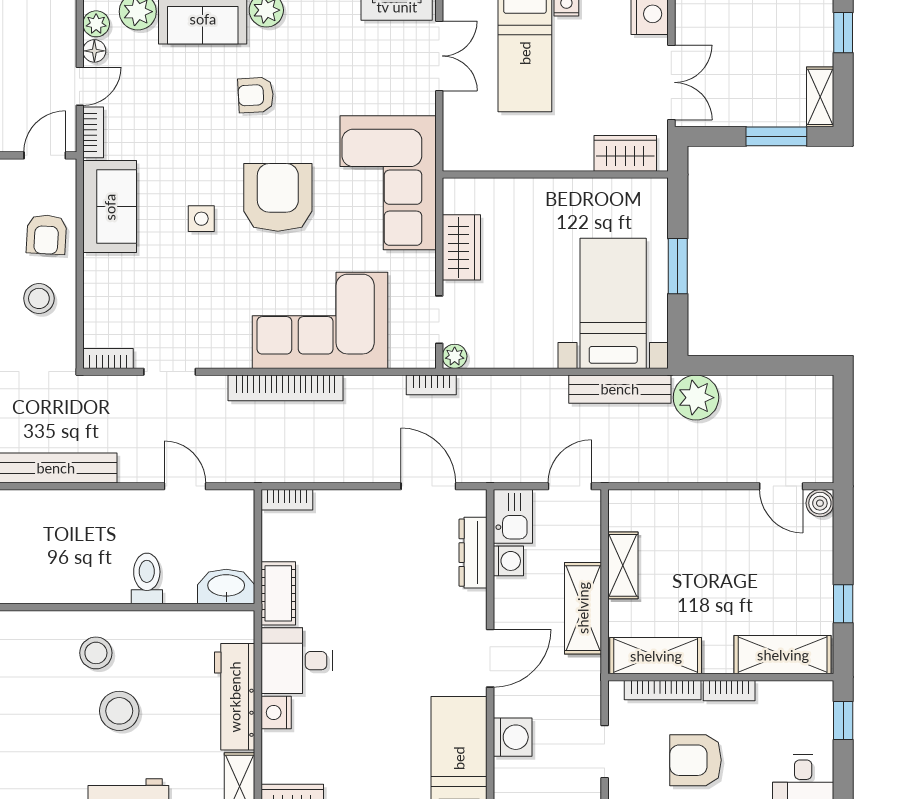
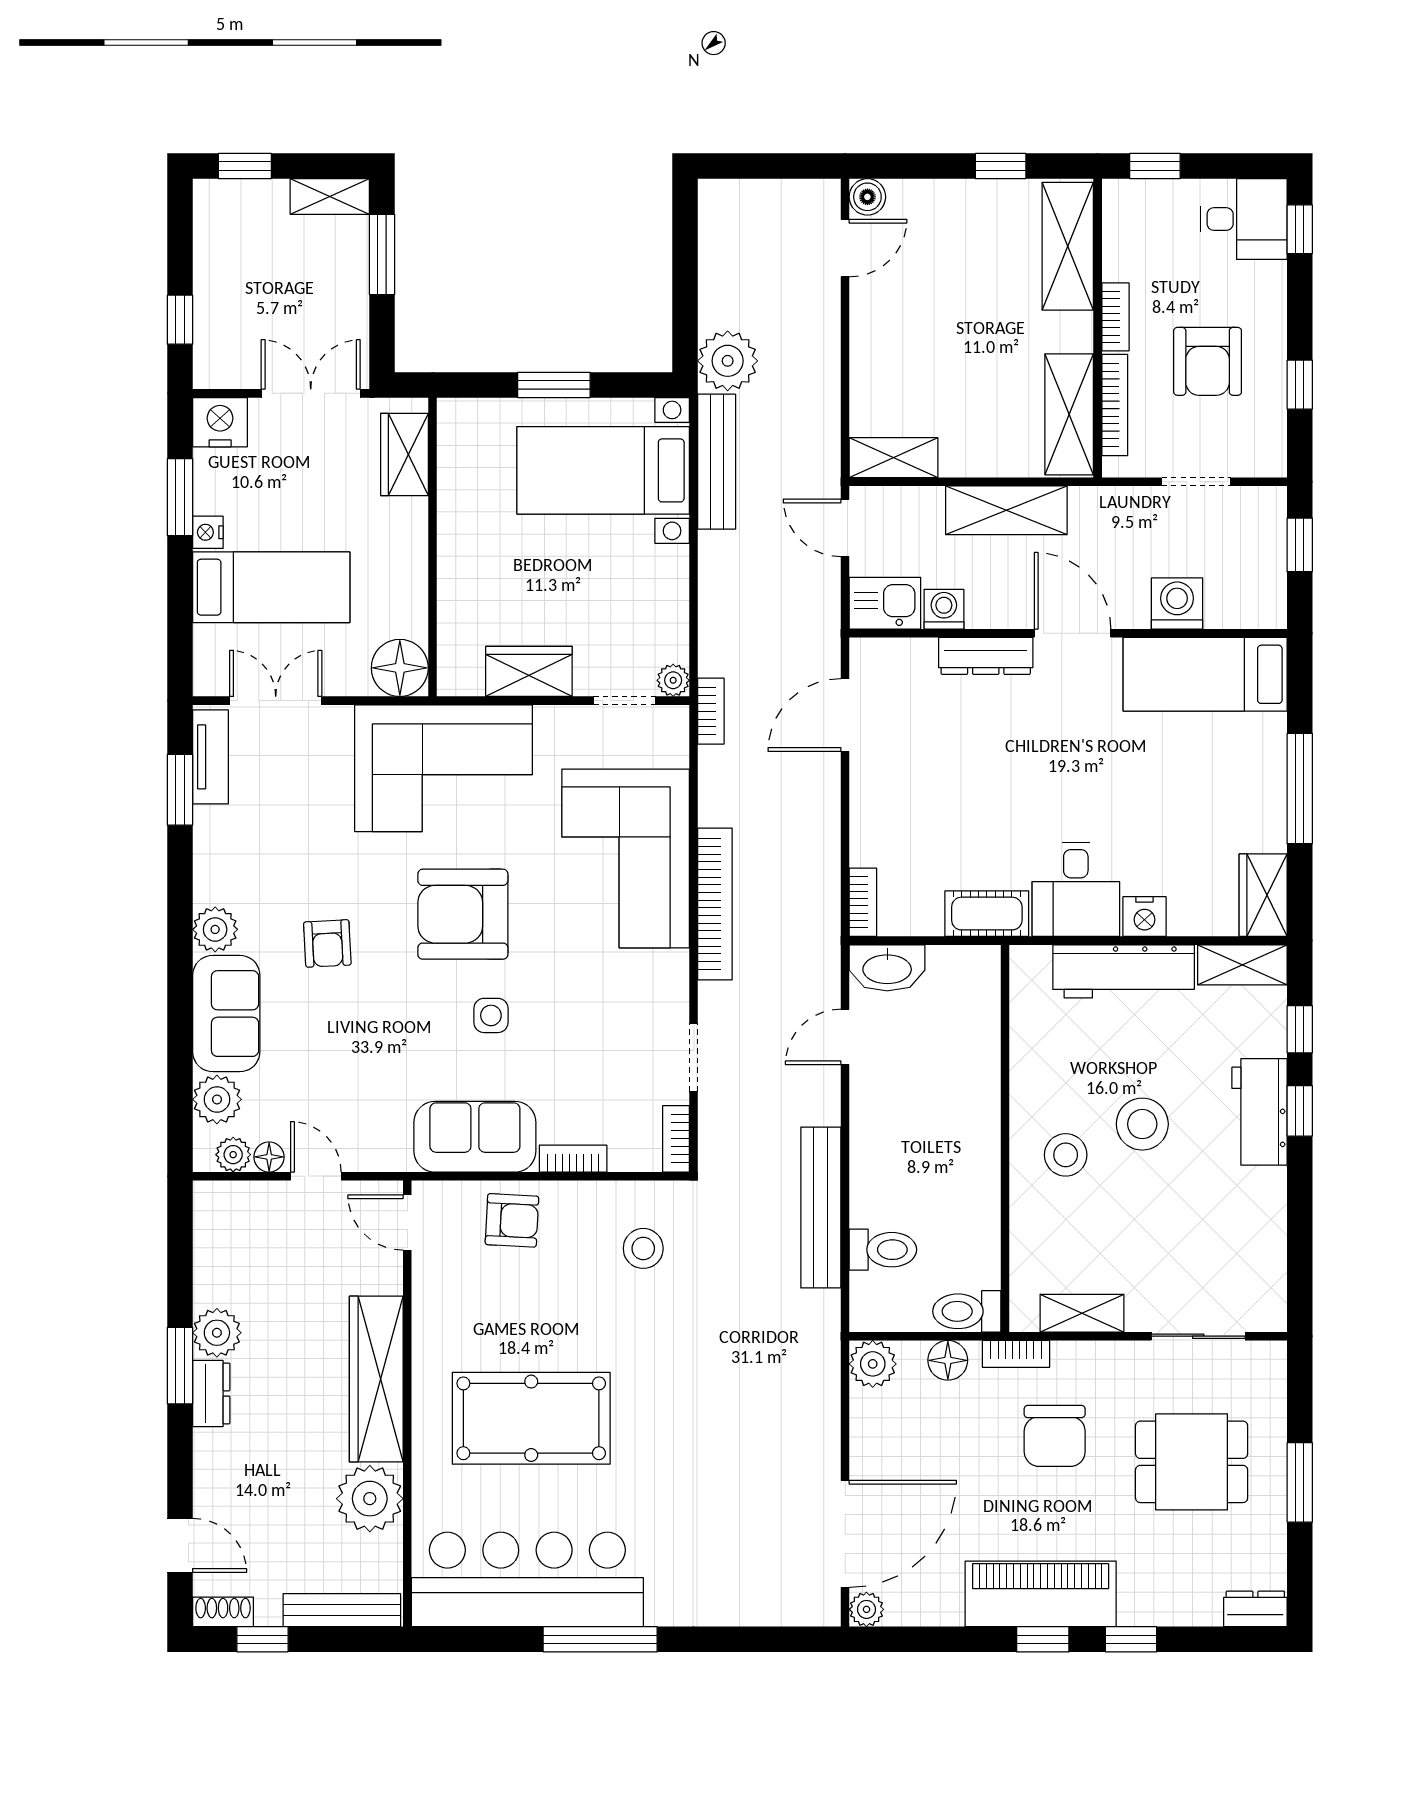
bookcase: (93, 132) -> (573, 1159), moved
floor lamp: (464, 150) -> (400, 668), added
stool: (39, 298) -> (643, 1248), moved
dresser: (473, 553) -> (986, 656), moved
shelving: (623, 565) -> (894, 458), moved
toilet: (147, 578) -> (883, 1250), moved, turned 180
washbasin: (226, 586) -> (887, 968), moved, turned -90

